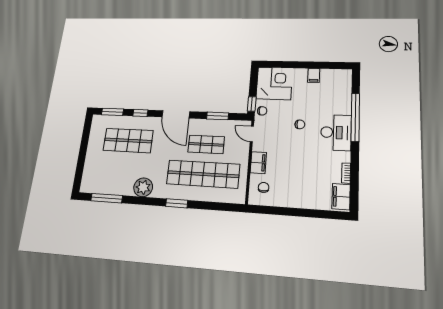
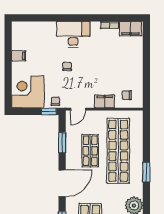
window: (355, 117) -> (58, 18), removed

